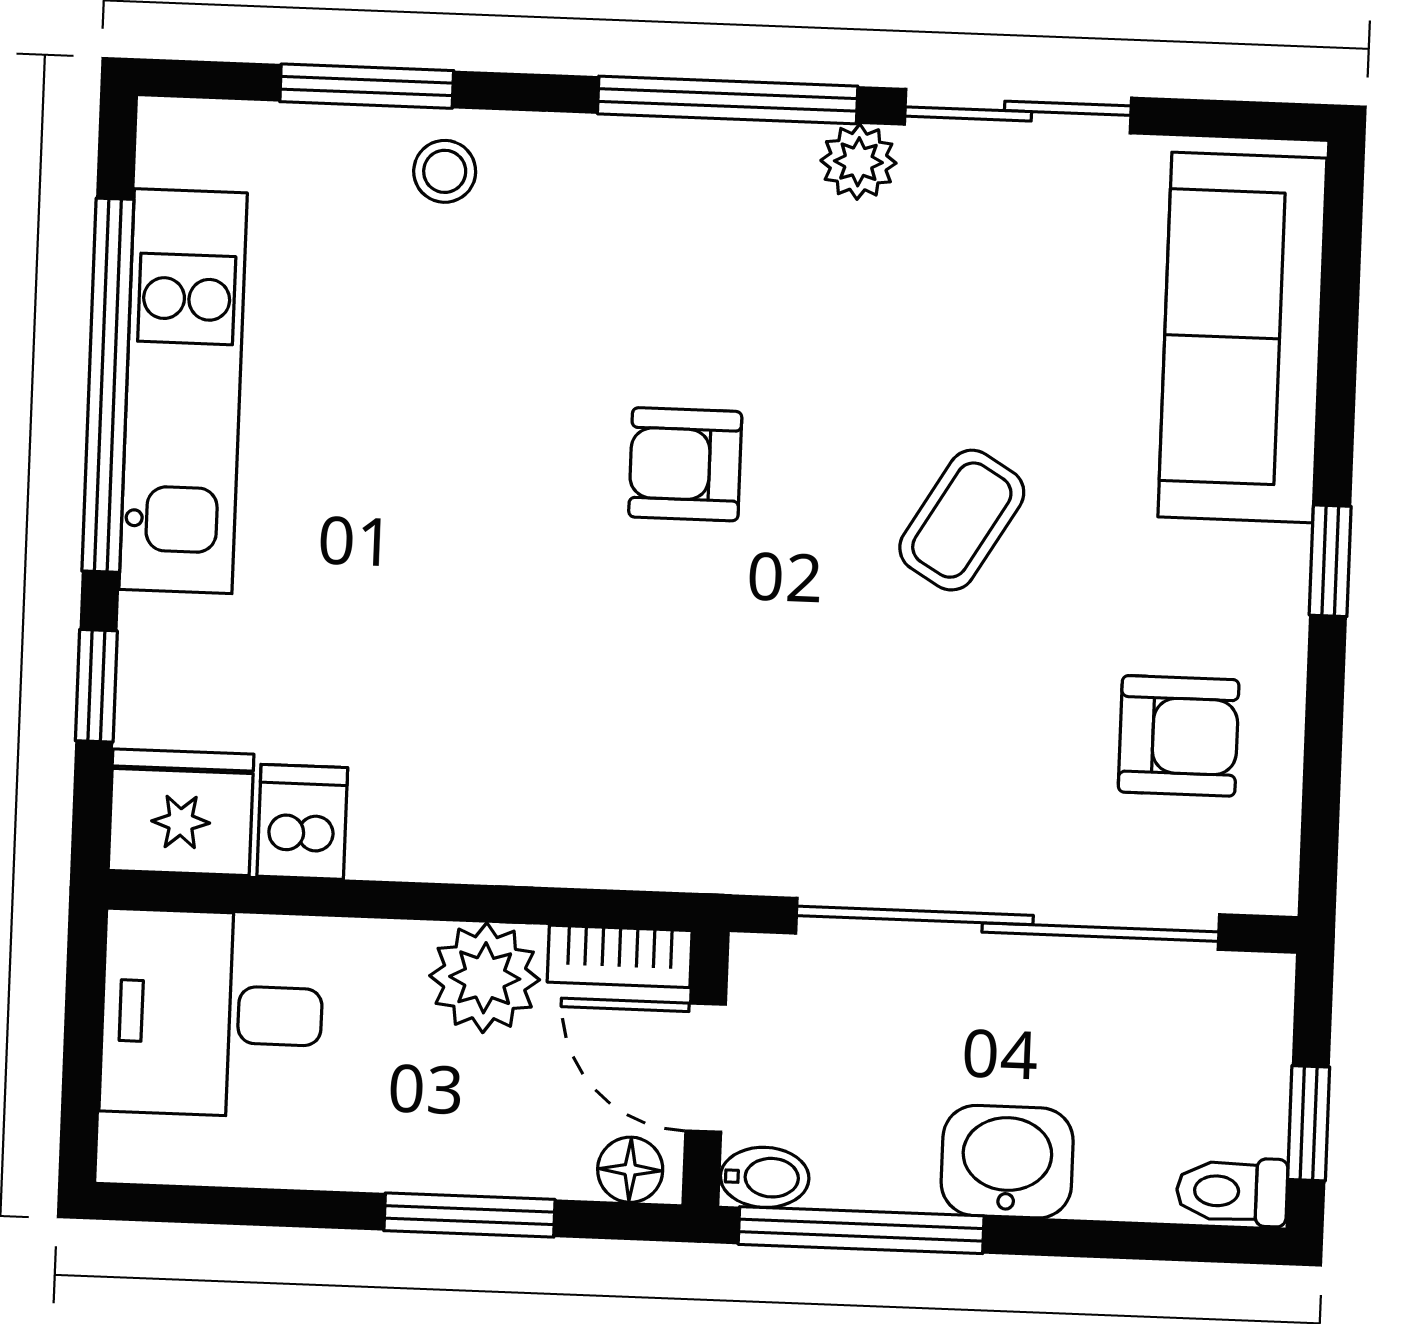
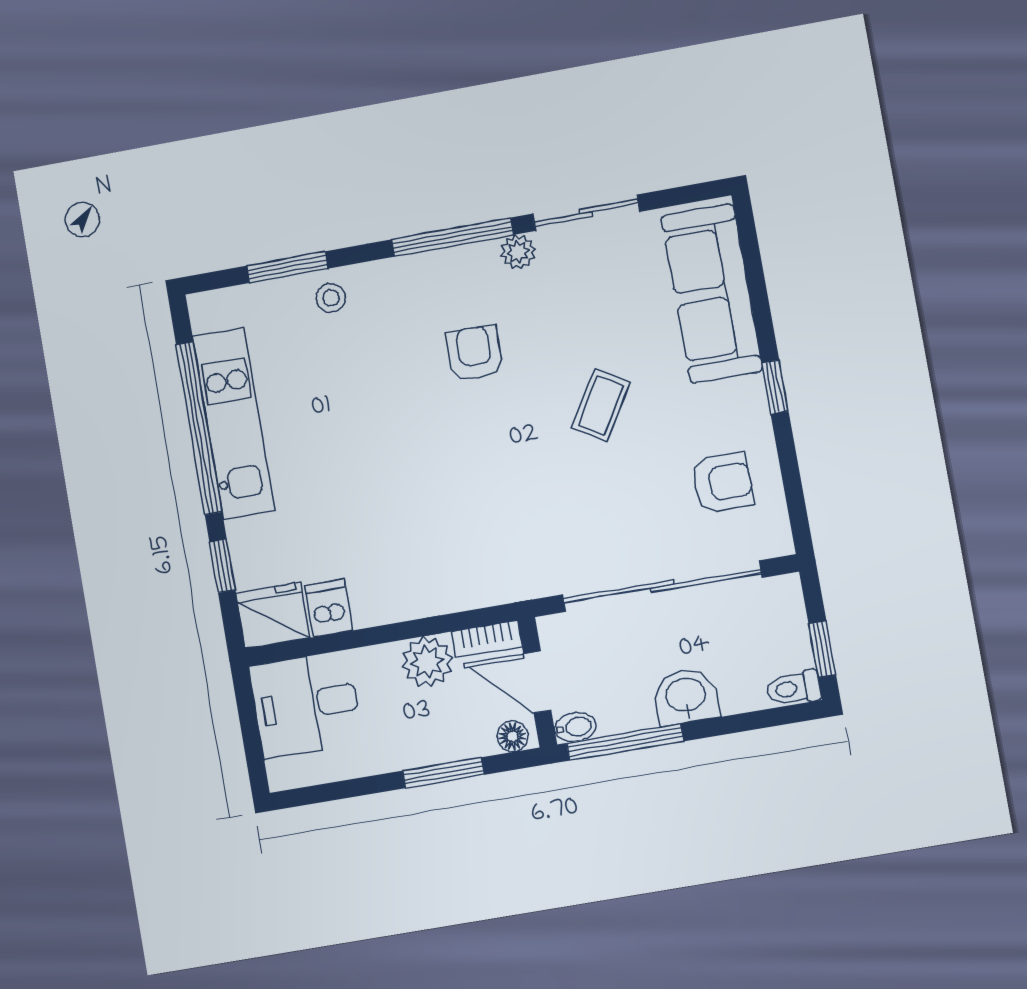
armchair: (685, 464) -> (475, 353), moved, turned 90

